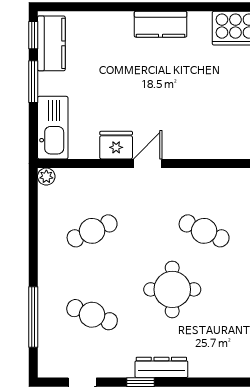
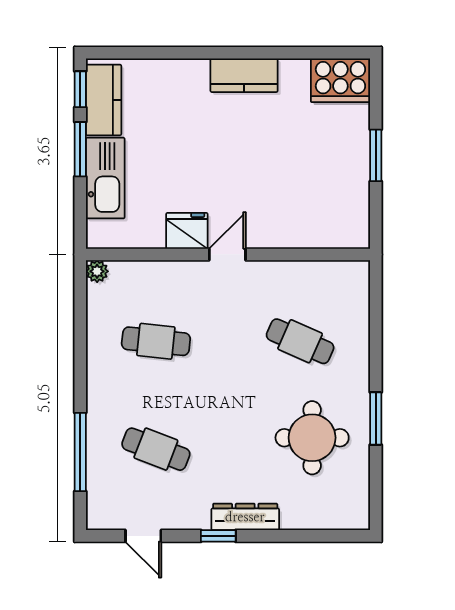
kitchen sink: (53, 128) -> (105, 178), moved
cafe table: (92, 231) -> (156, 341), turned 30
round table: (172, 289) -> (312, 438), moved

